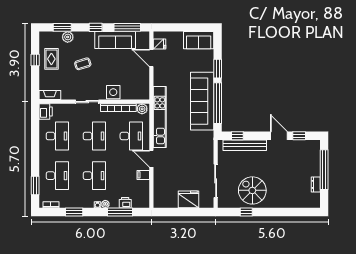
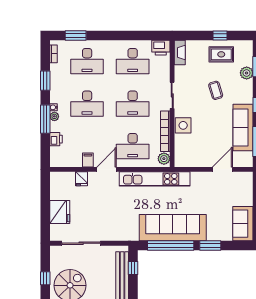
fridge: (160, 44) -> (81, 179), moved
window: (120, 212) -> (45, 119), moved

